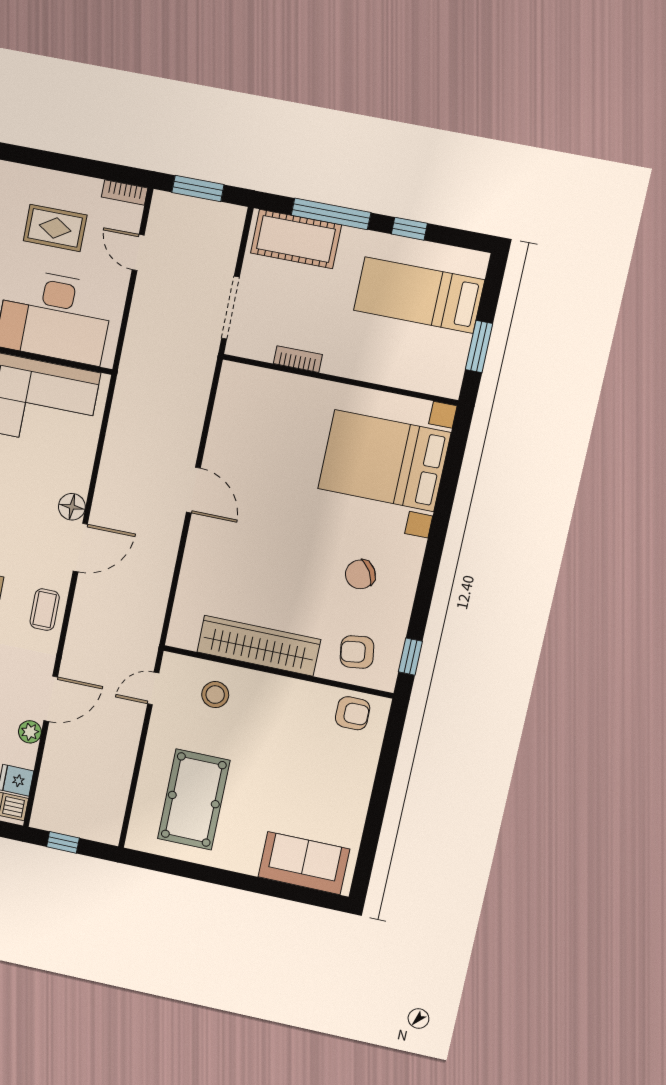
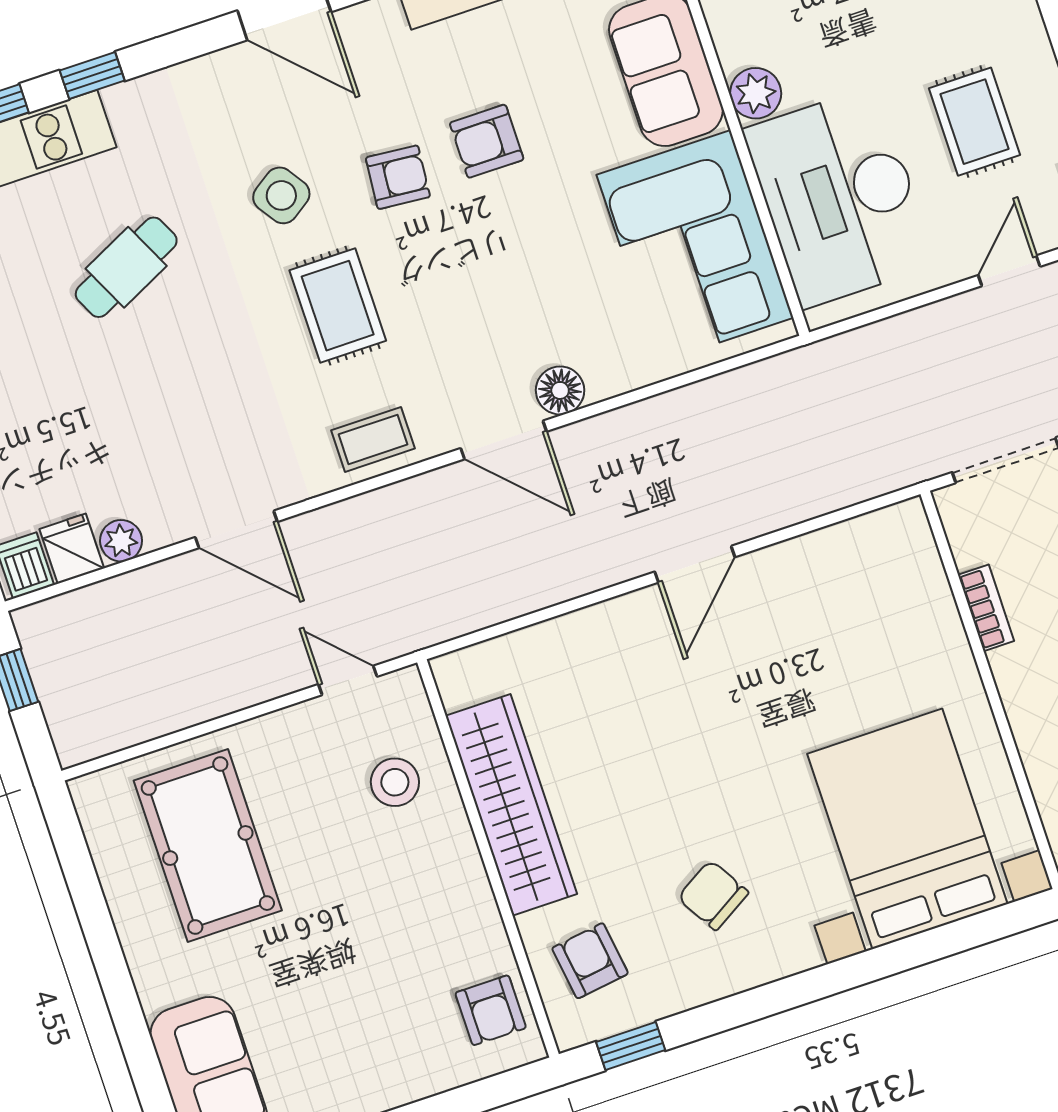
plant: (30, 732) -> (121, 541), moved
pool table: (194, 800) -> (208, 846), turned 90

